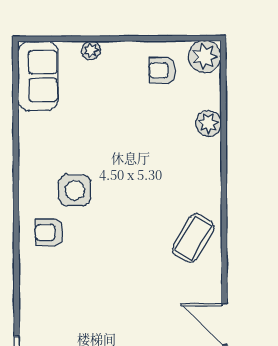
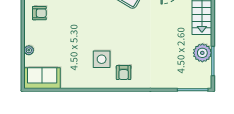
armchair: (162, 70) -> (39, 13), turned -90

